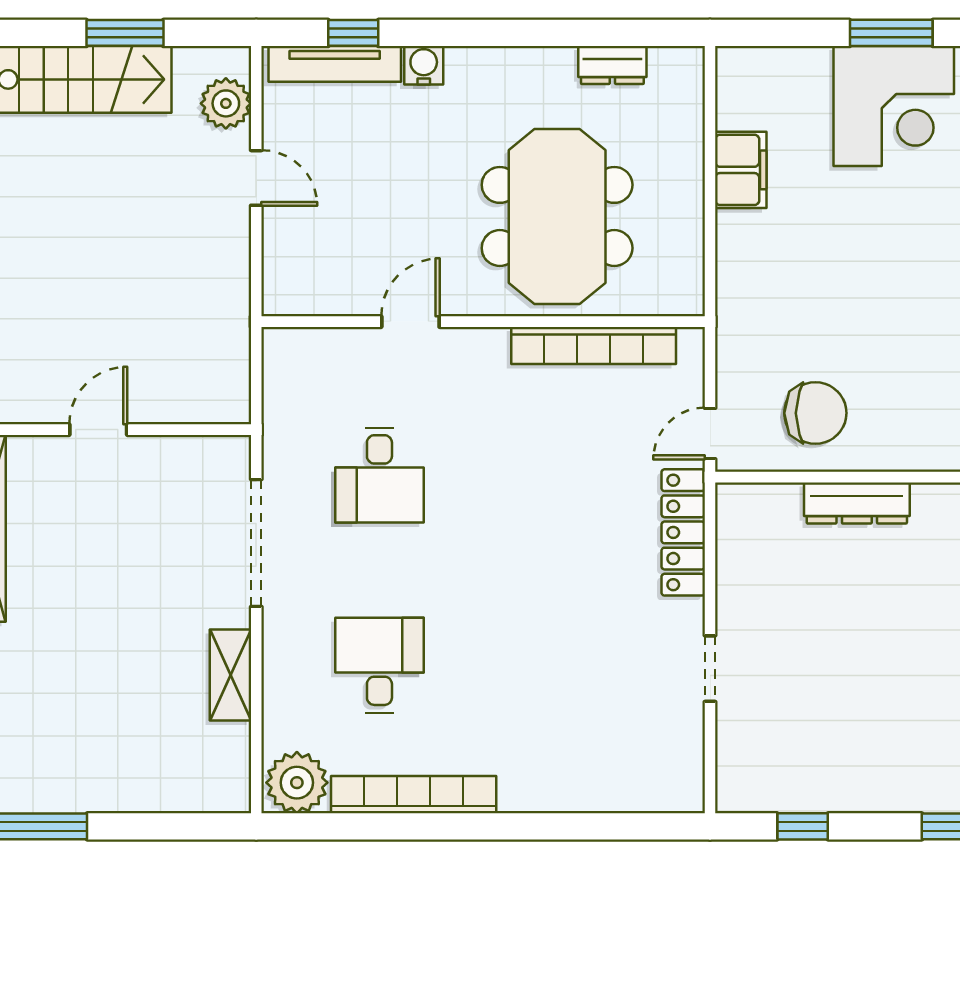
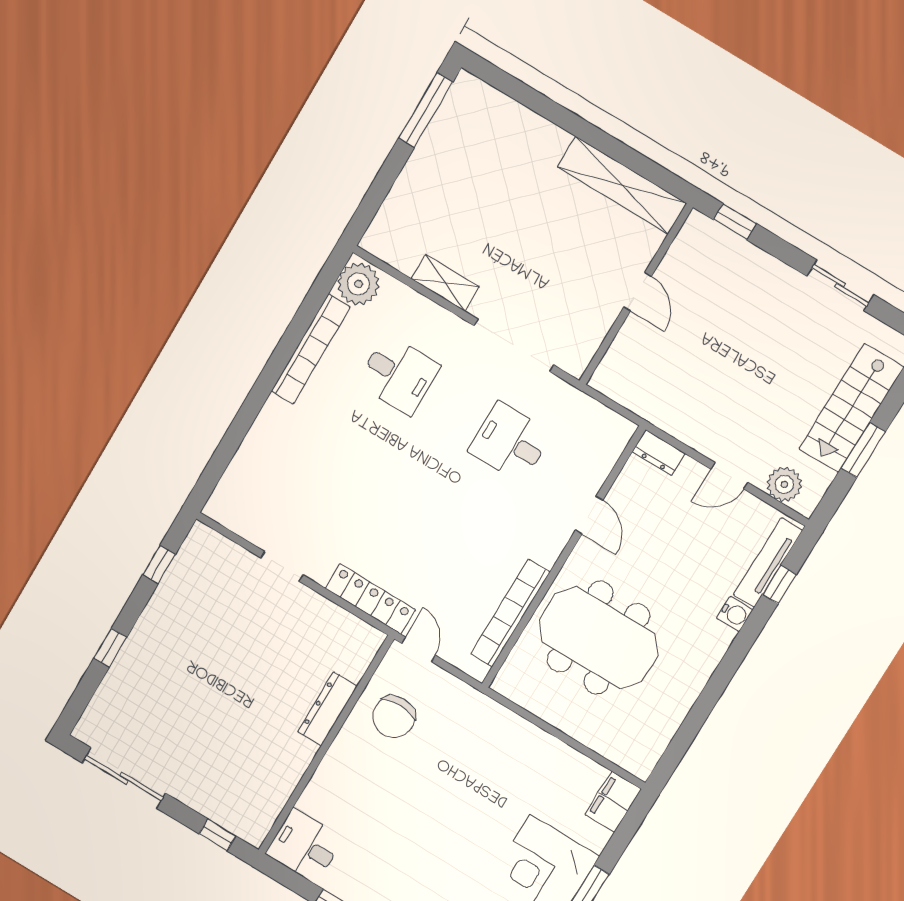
dresser: (612, 65) -> (659, 453), moved, turned -90
filing cabinet: (741, 170) -> (613, 802), moved, turned 90

